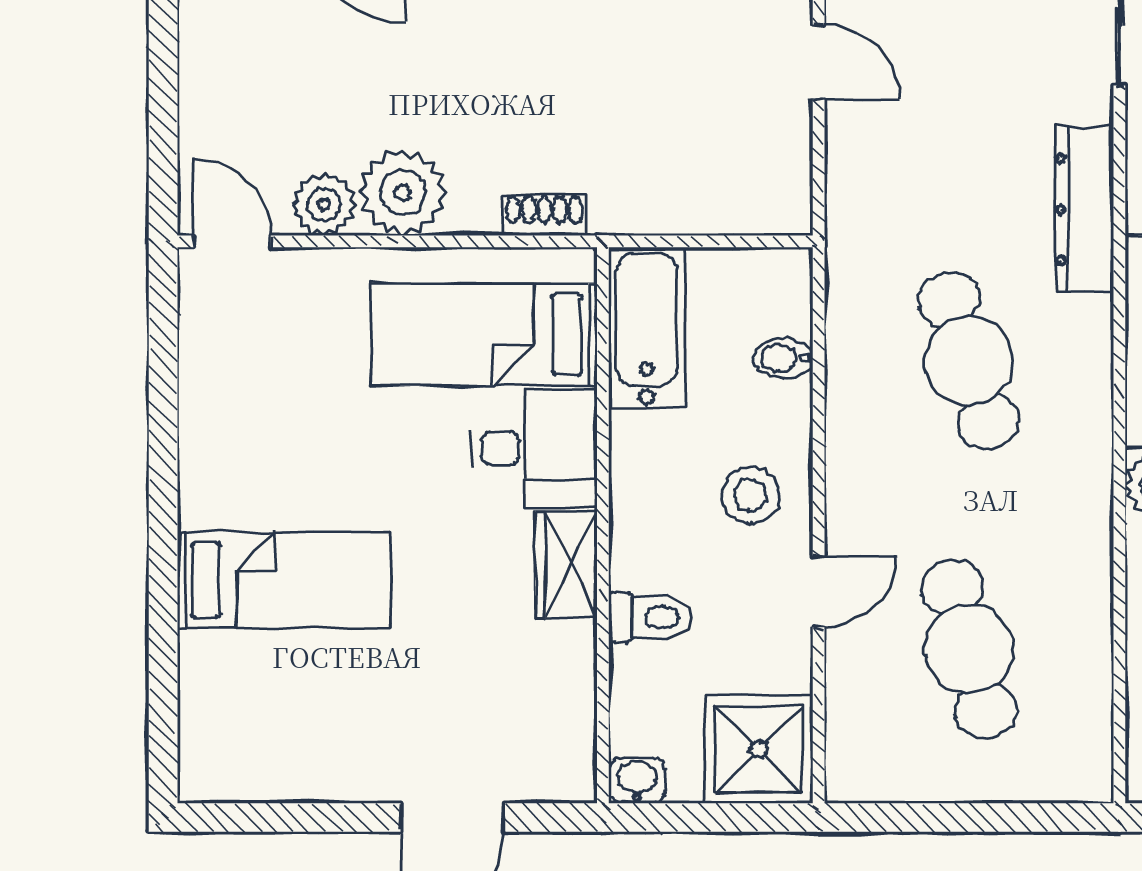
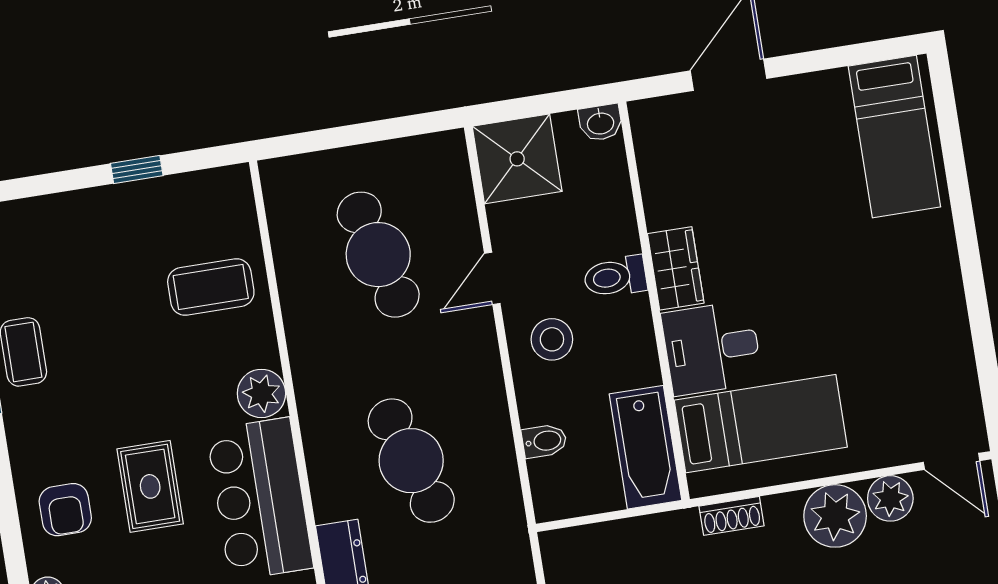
bed: (284, 580) -> (894, 137), moved, turned -90
toilet: (651, 617) -> (615, 277), moved

